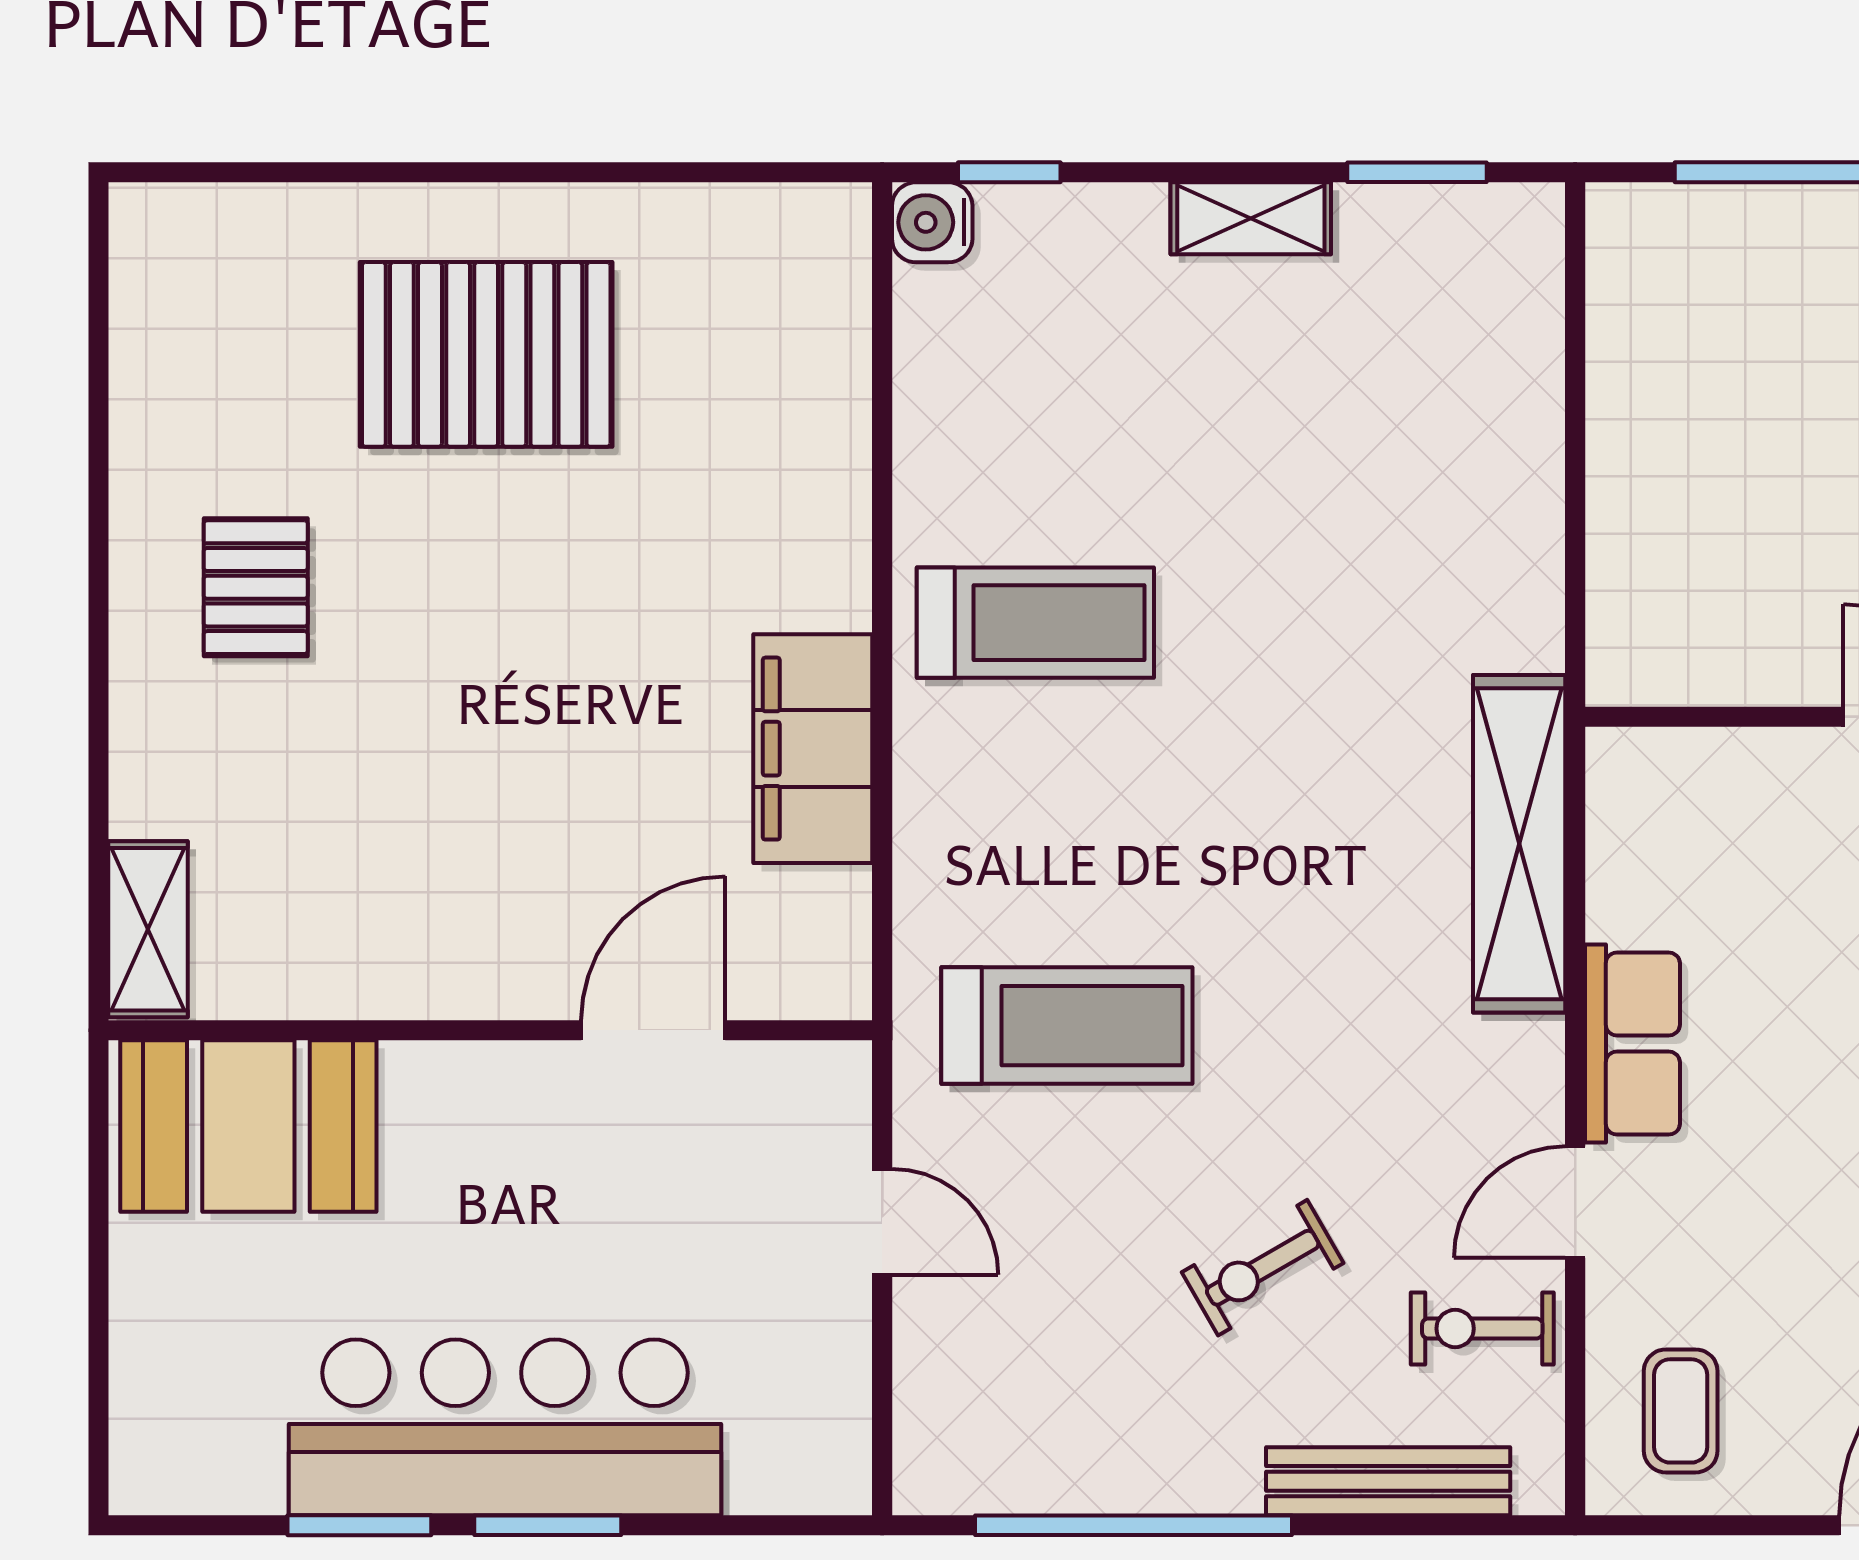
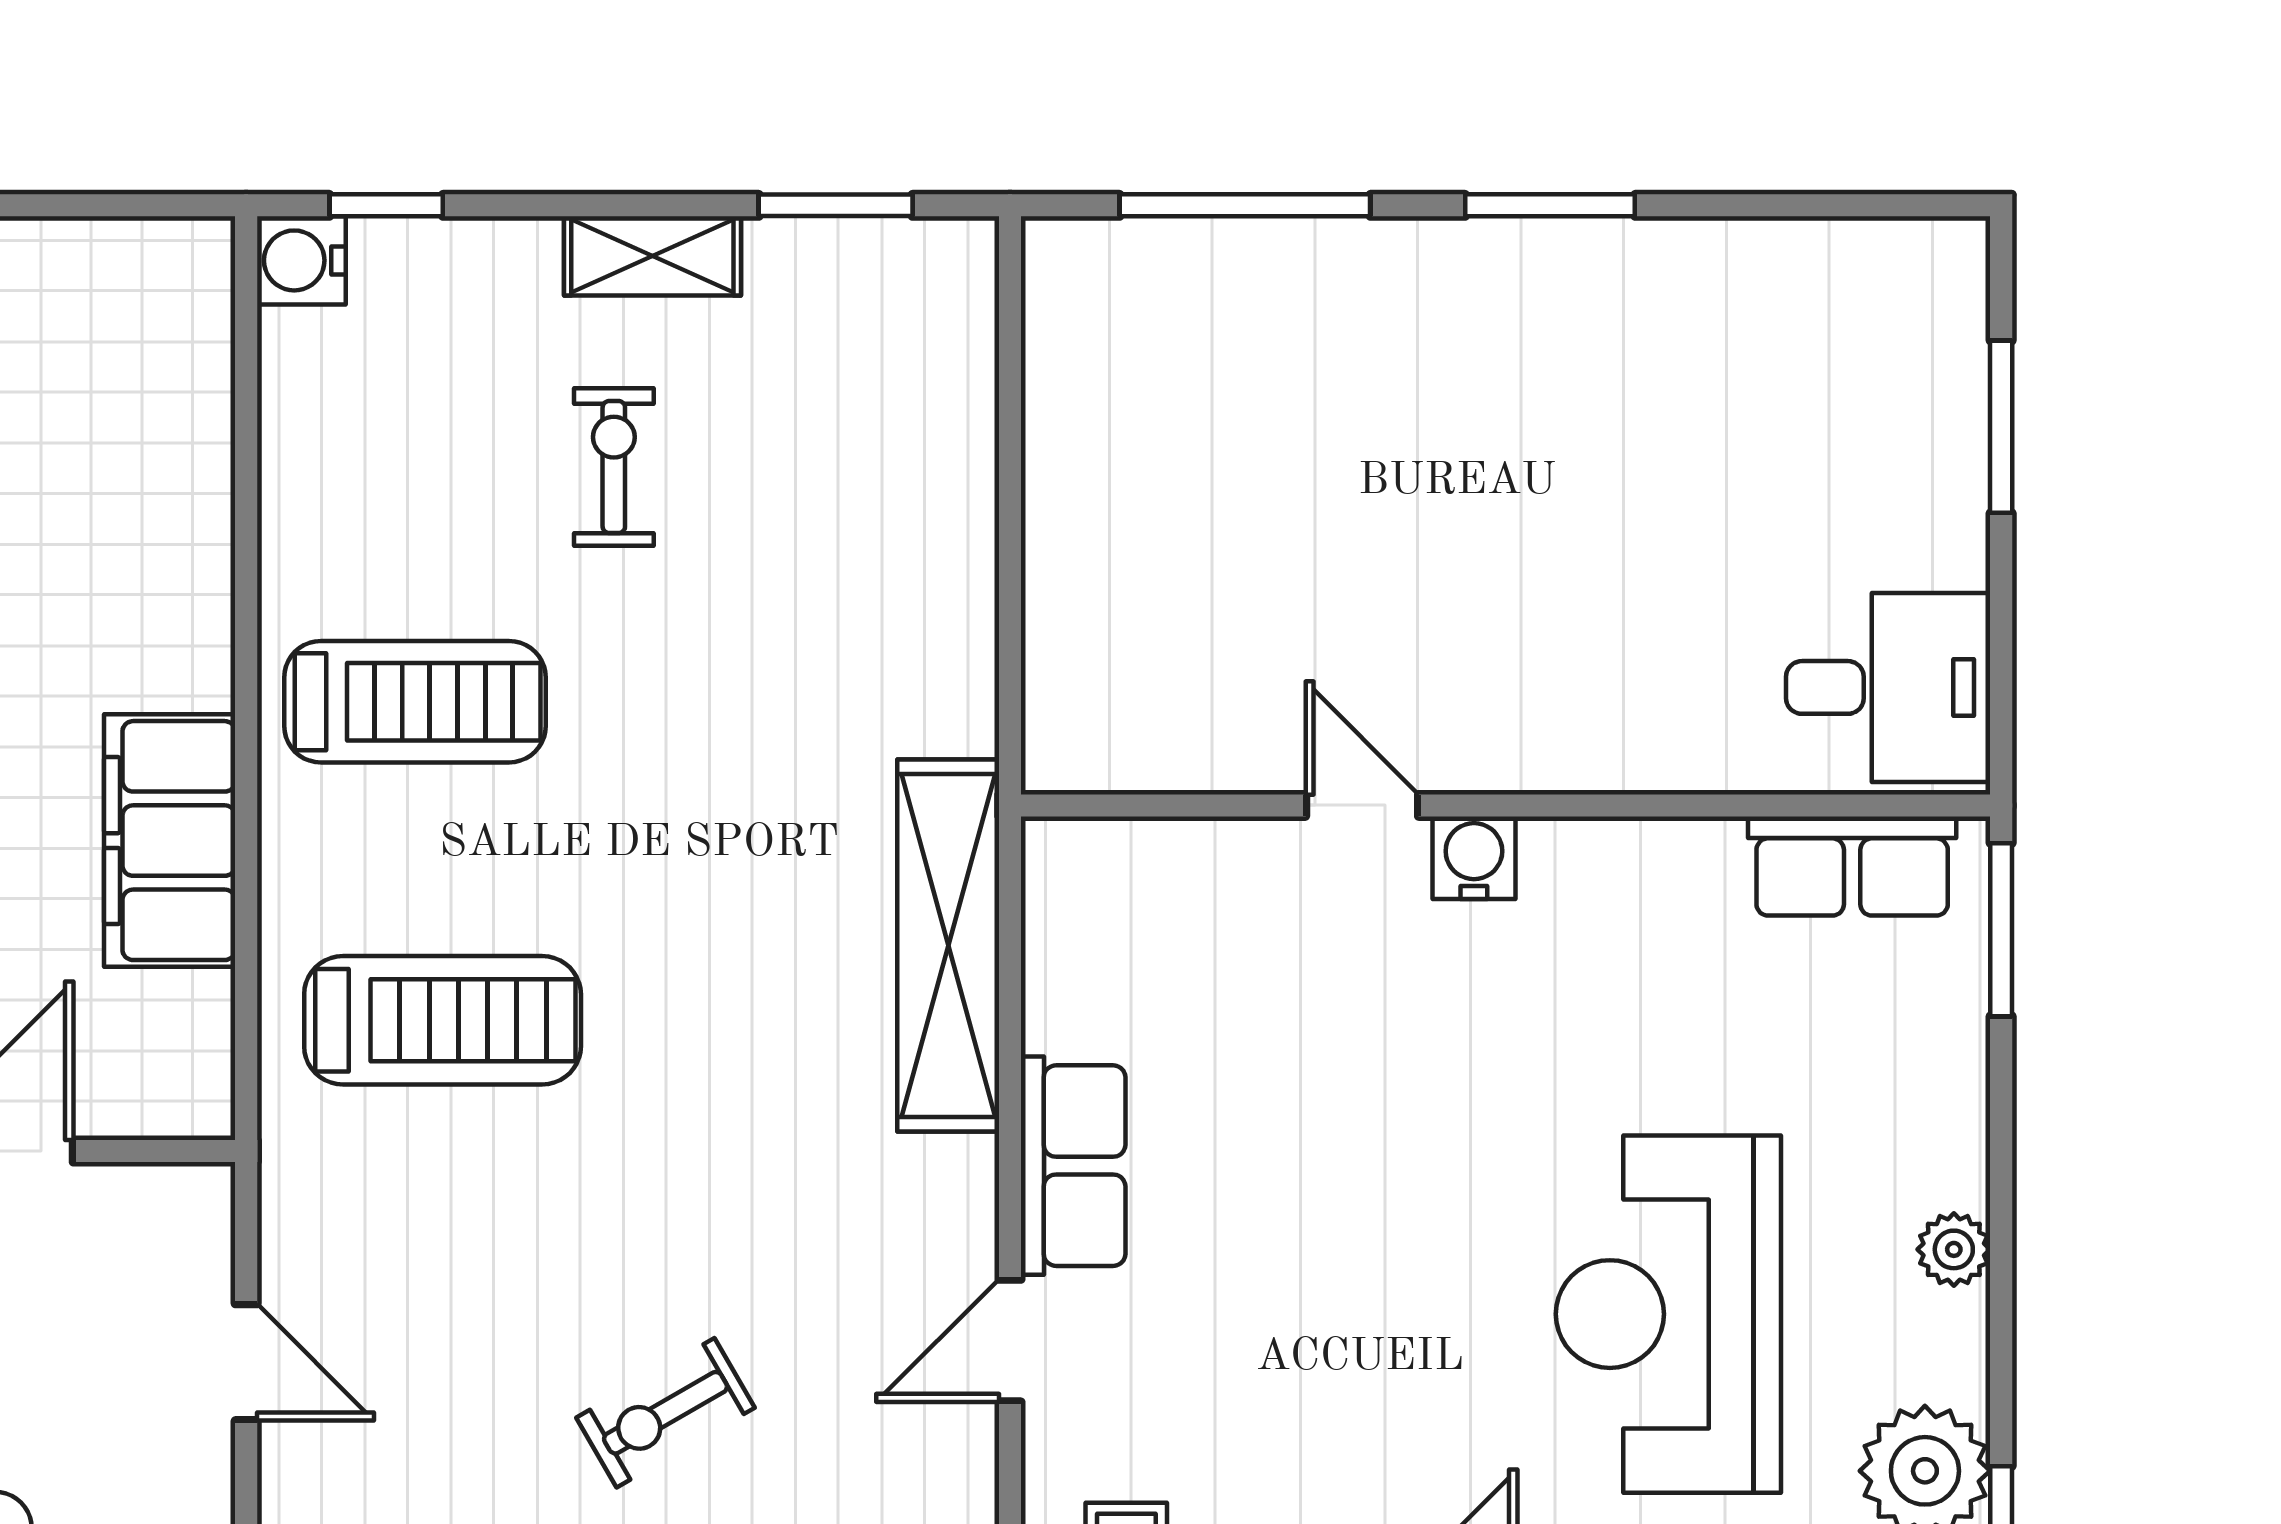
treadmill: (1067, 1026) -> (443, 1020), moved
exercise bike: (1482, 1329) -> (614, 467), moved, turned 90

